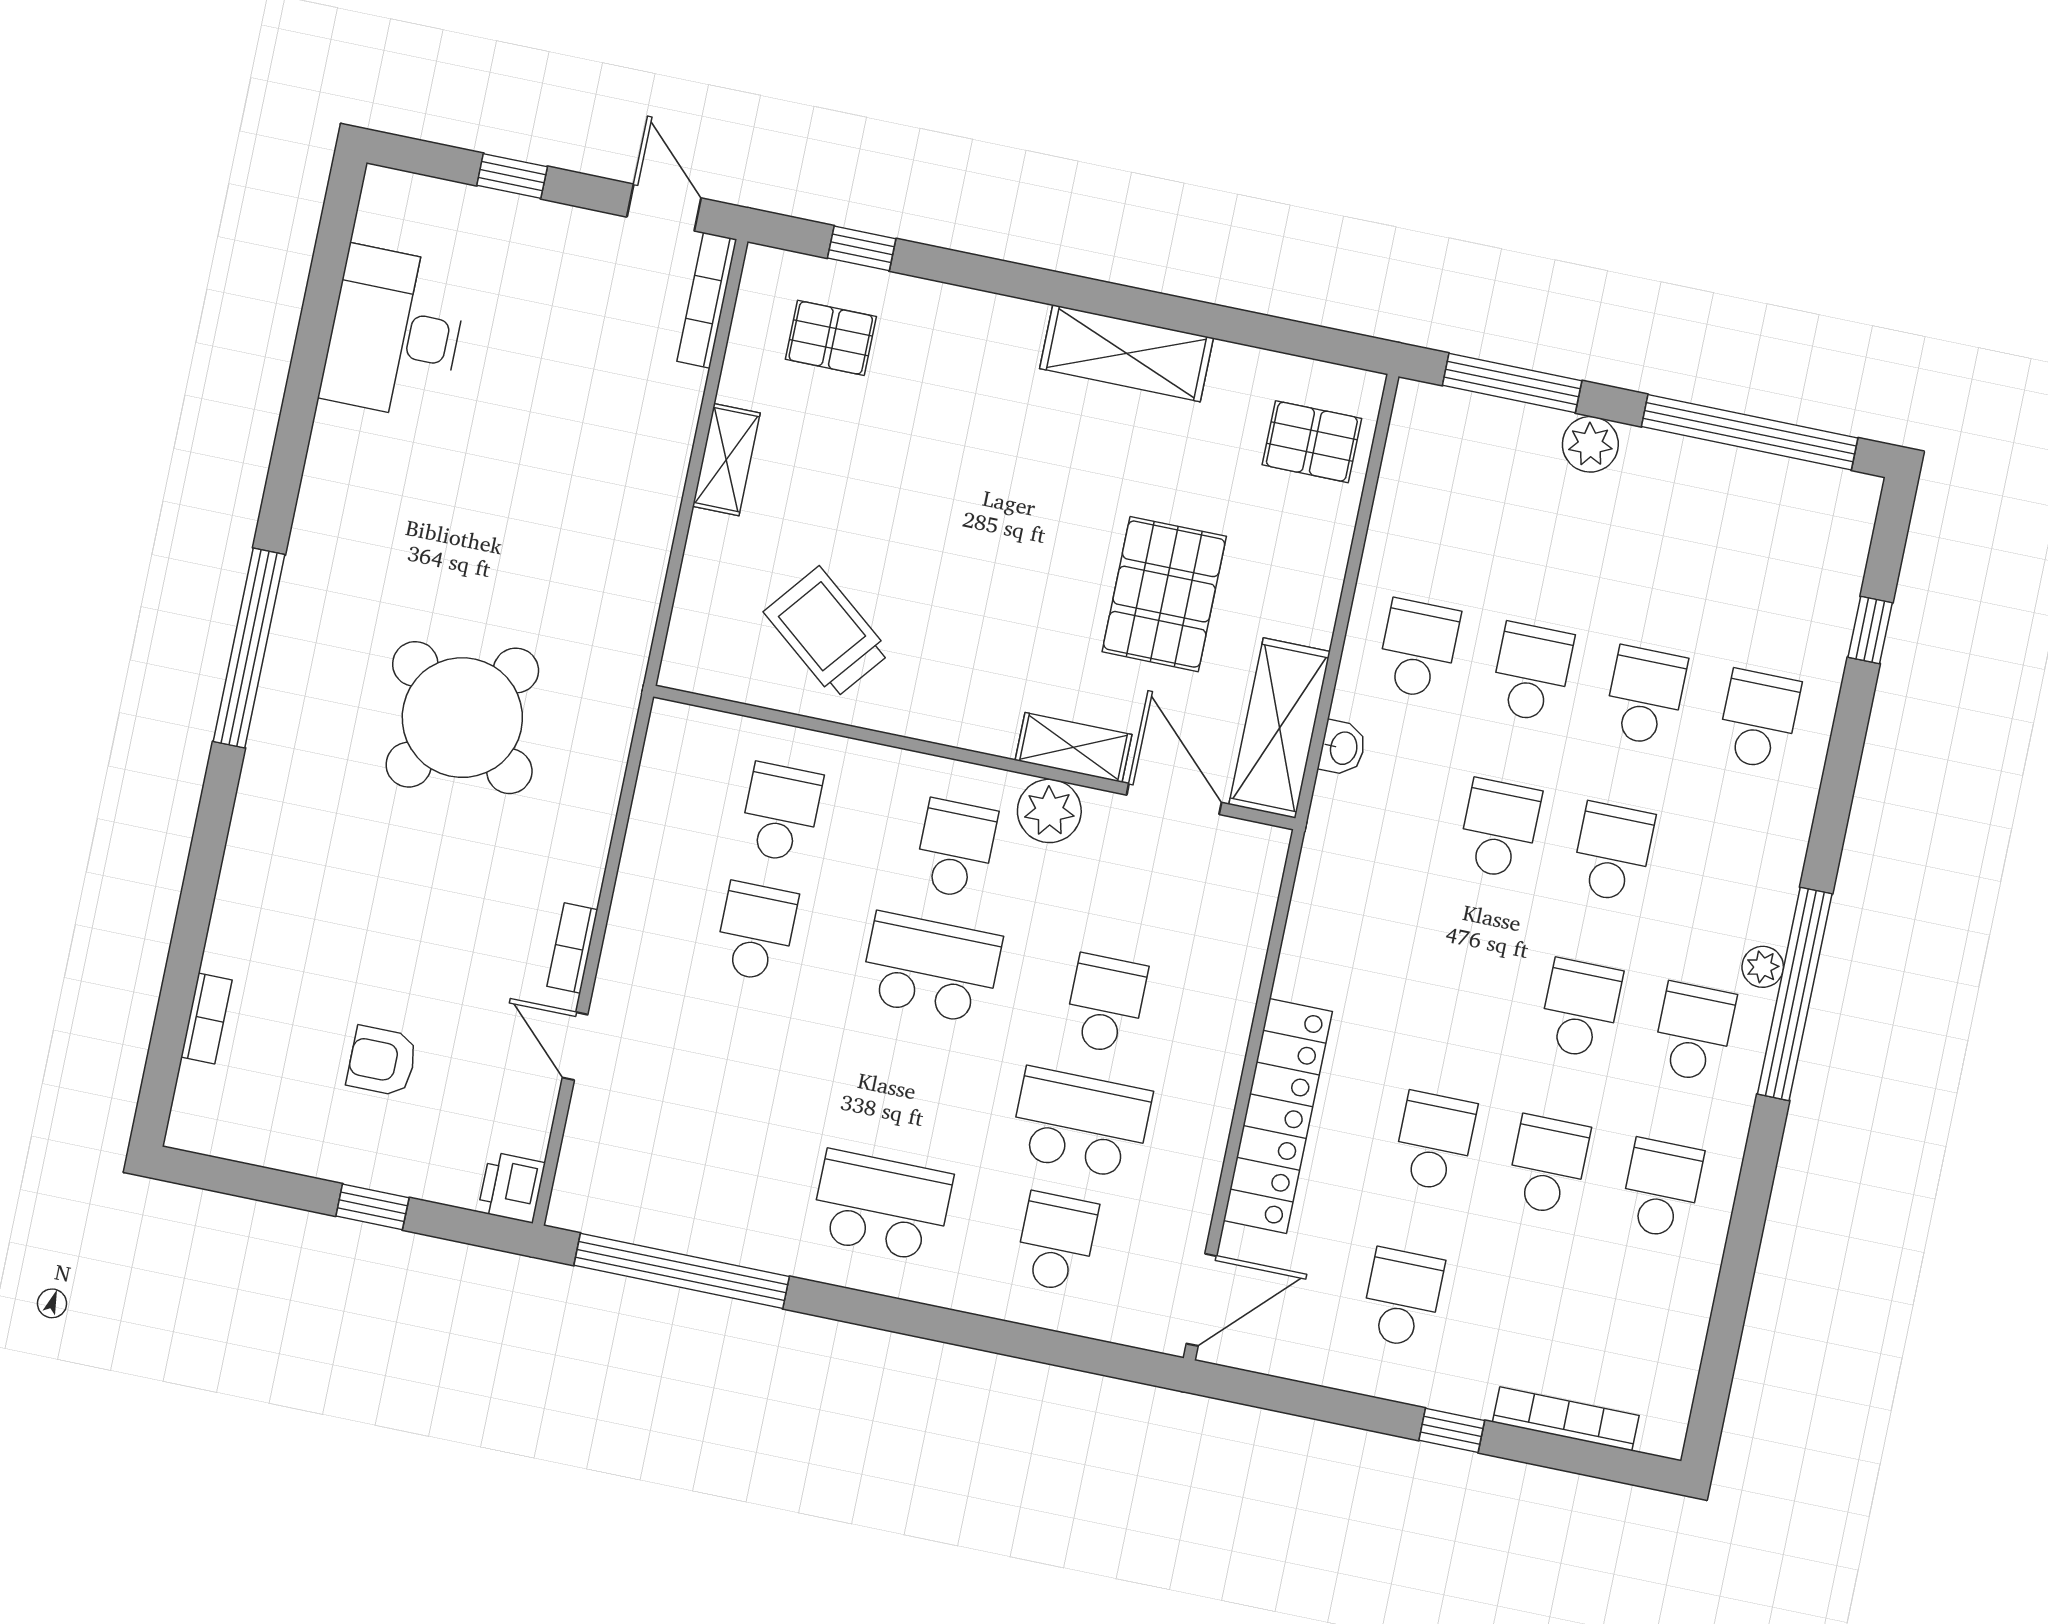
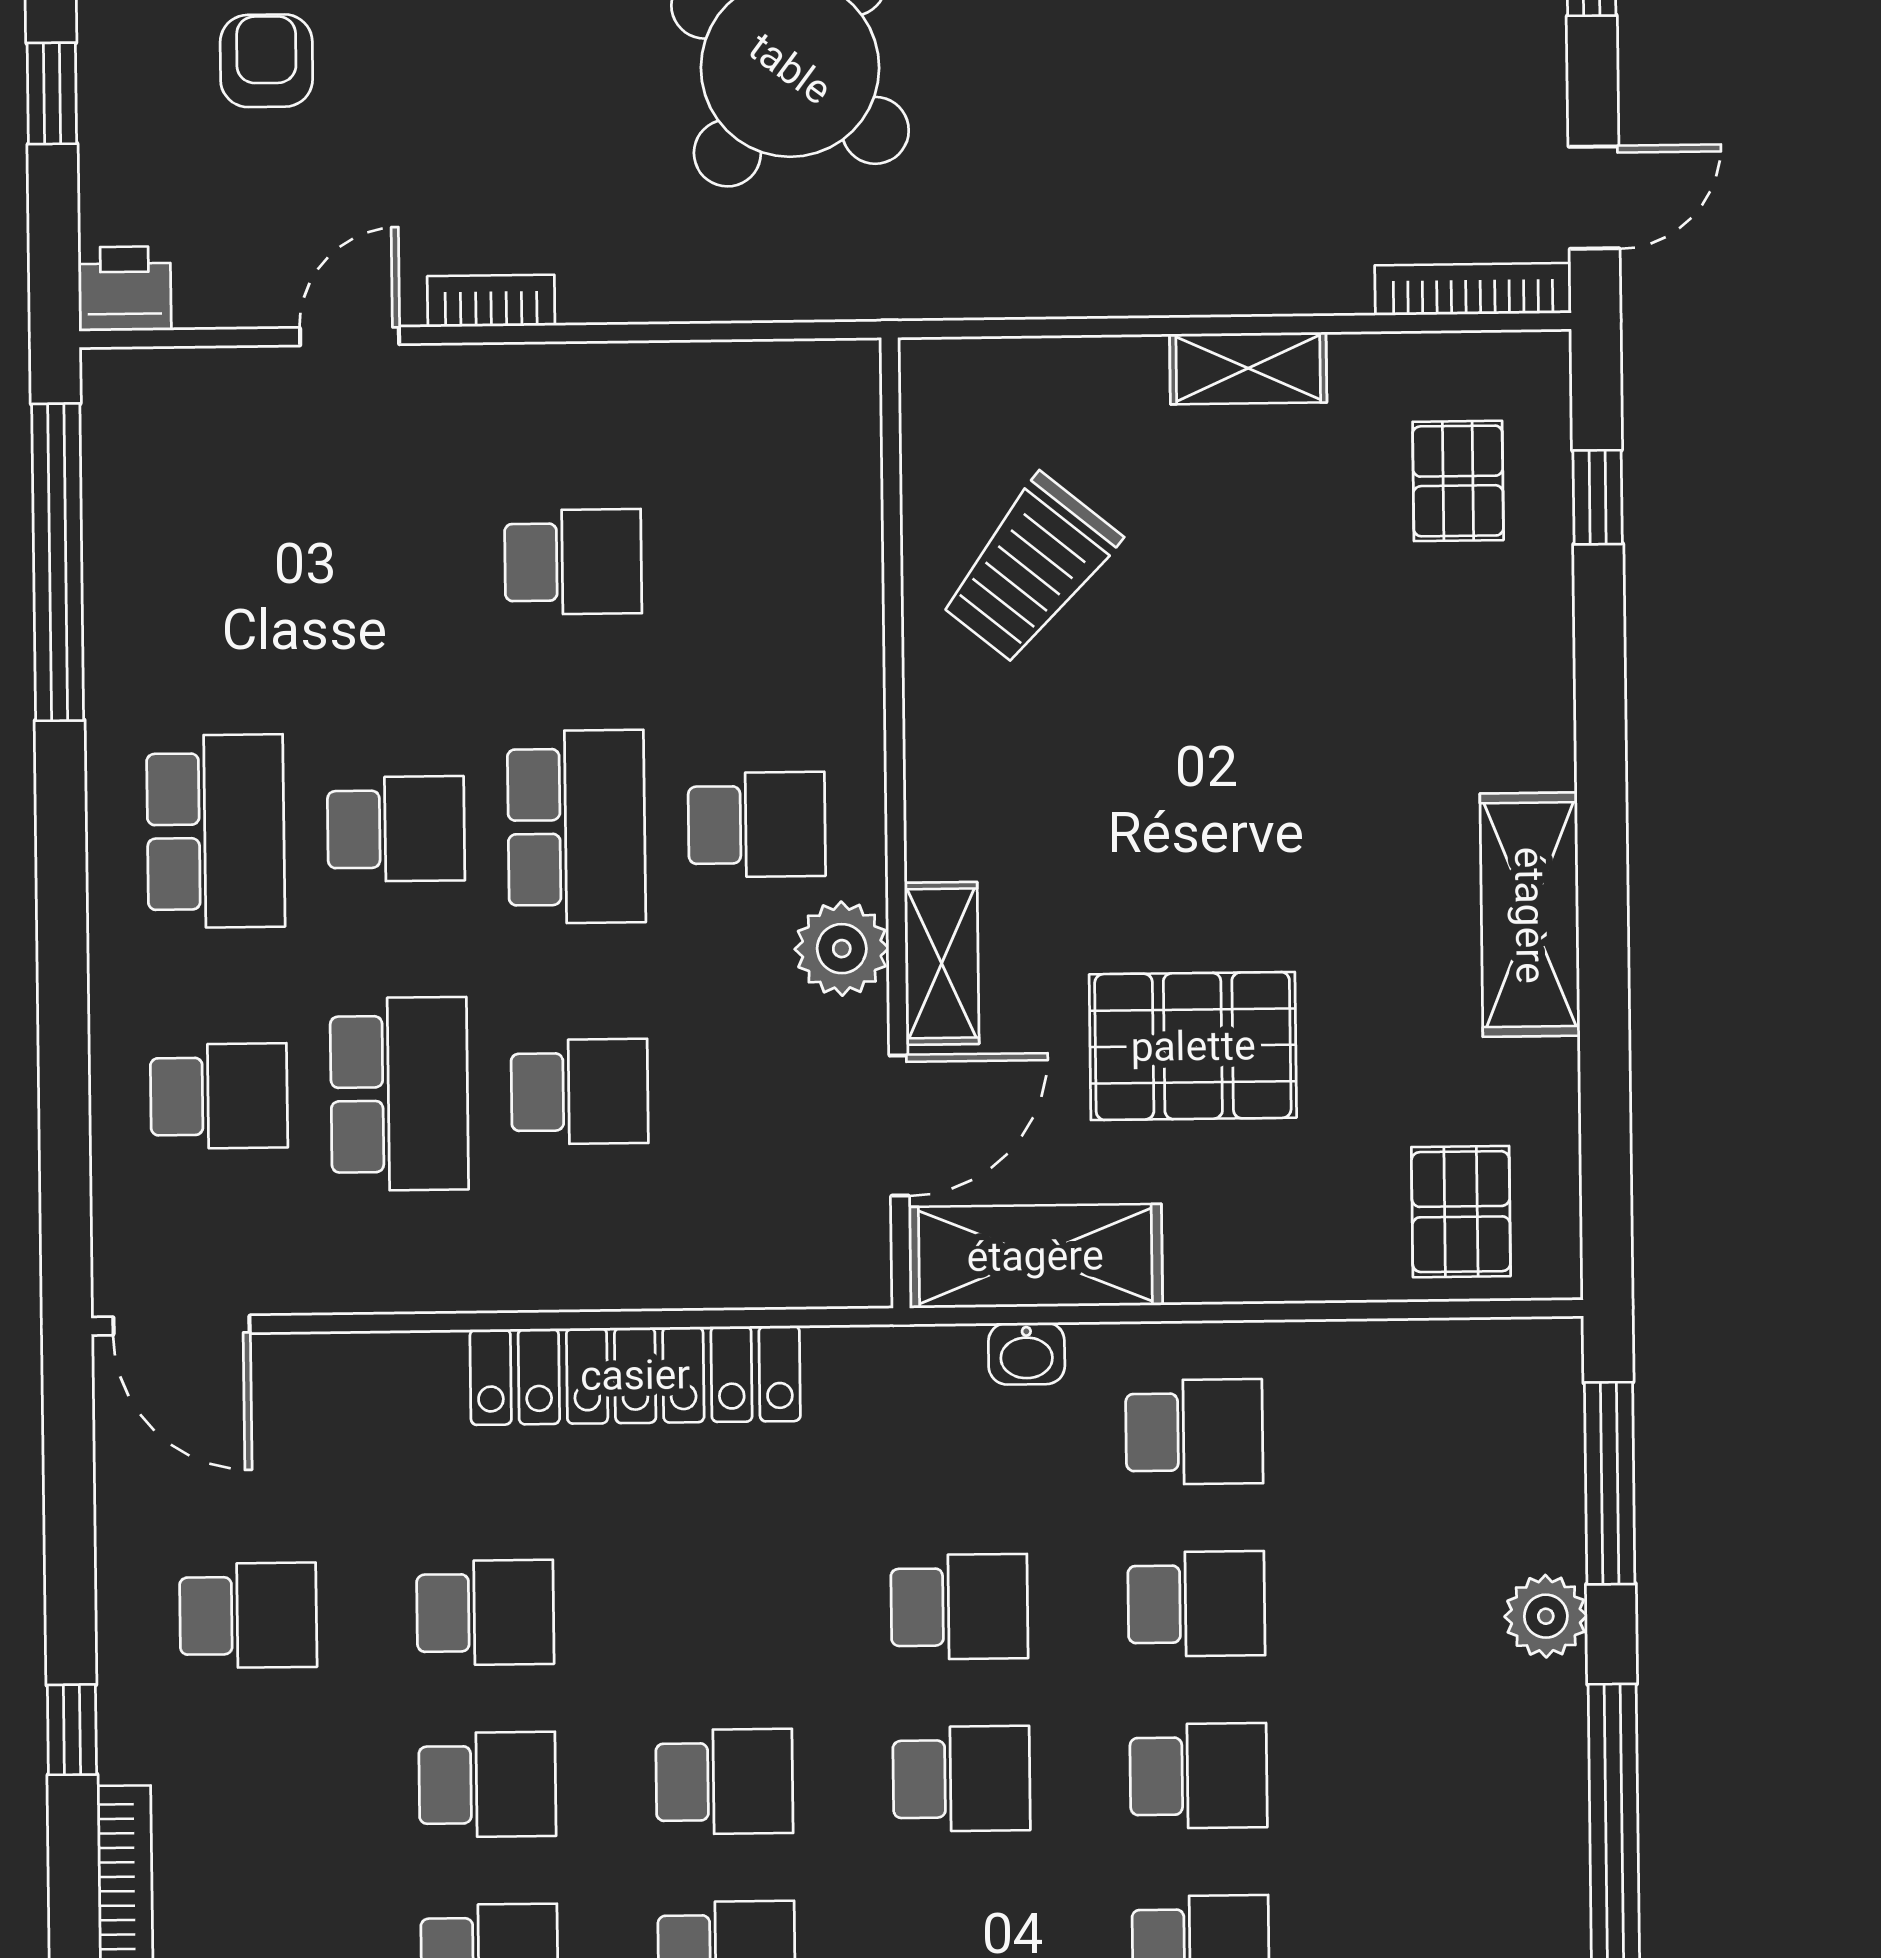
trolley: (827, 632) -> (1030, 569), turned 180
school desk: (781, 813) -> (396, 829), moved
locker: (1278, 1116) -> (635, 1375), moved

